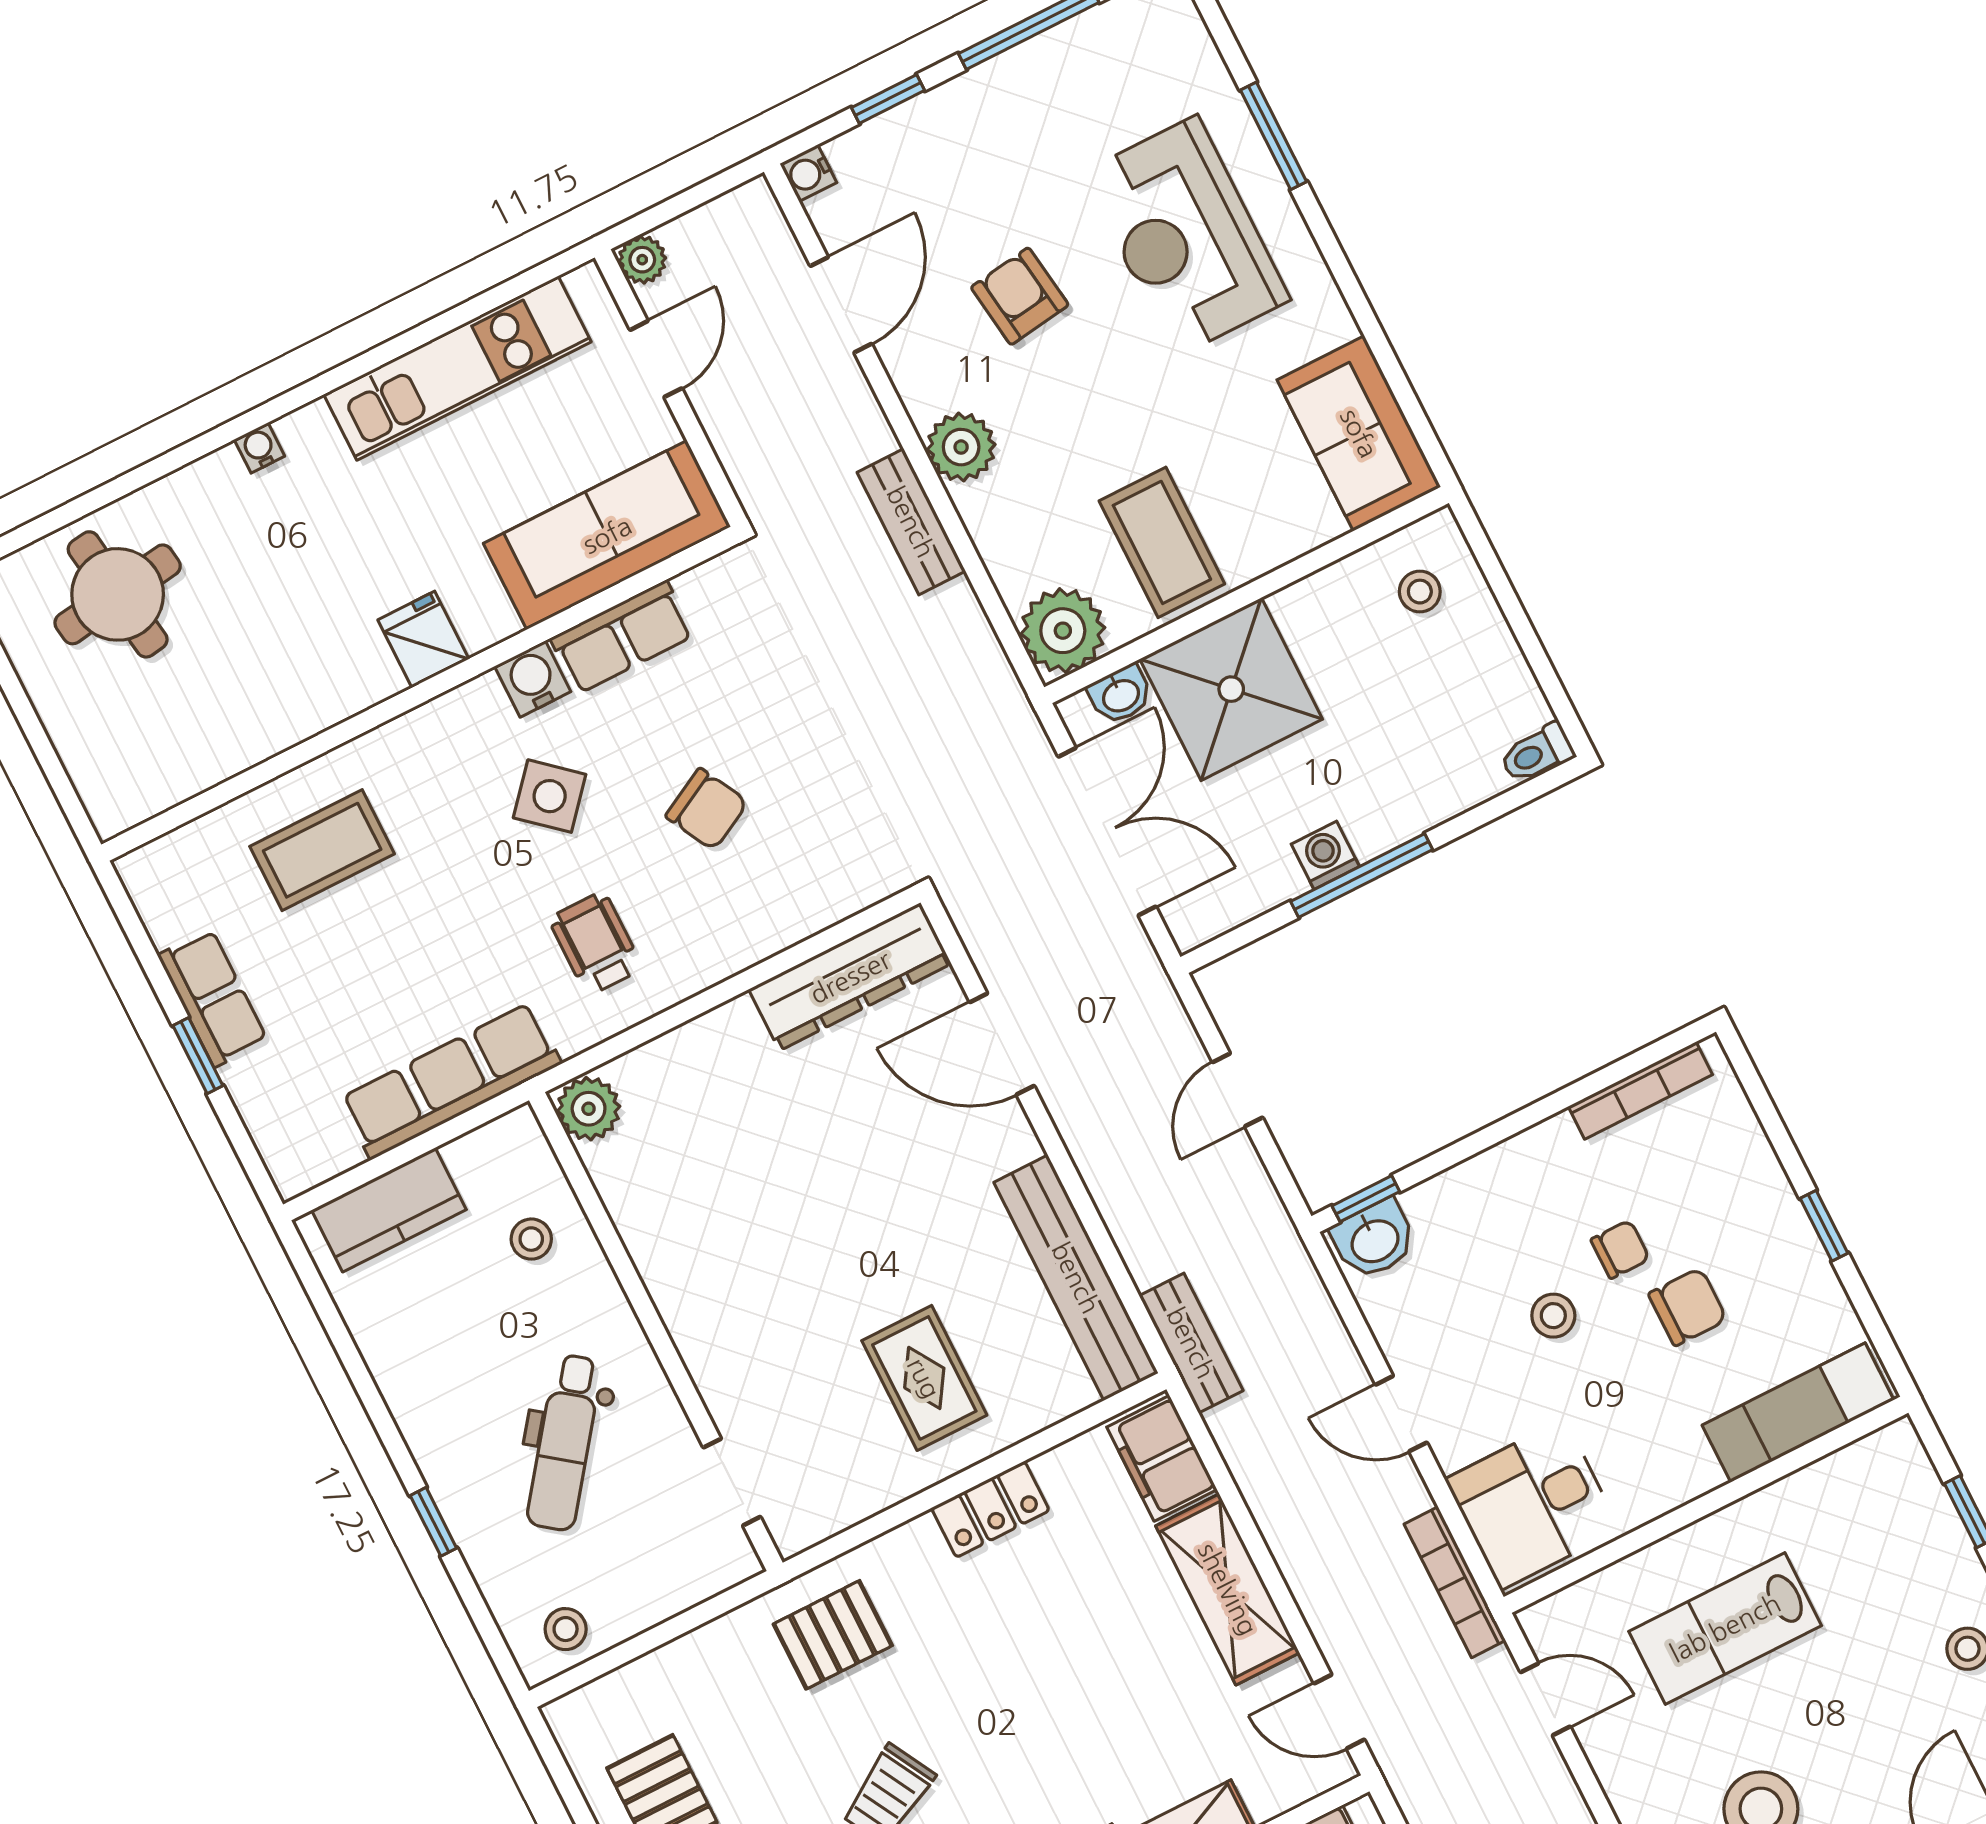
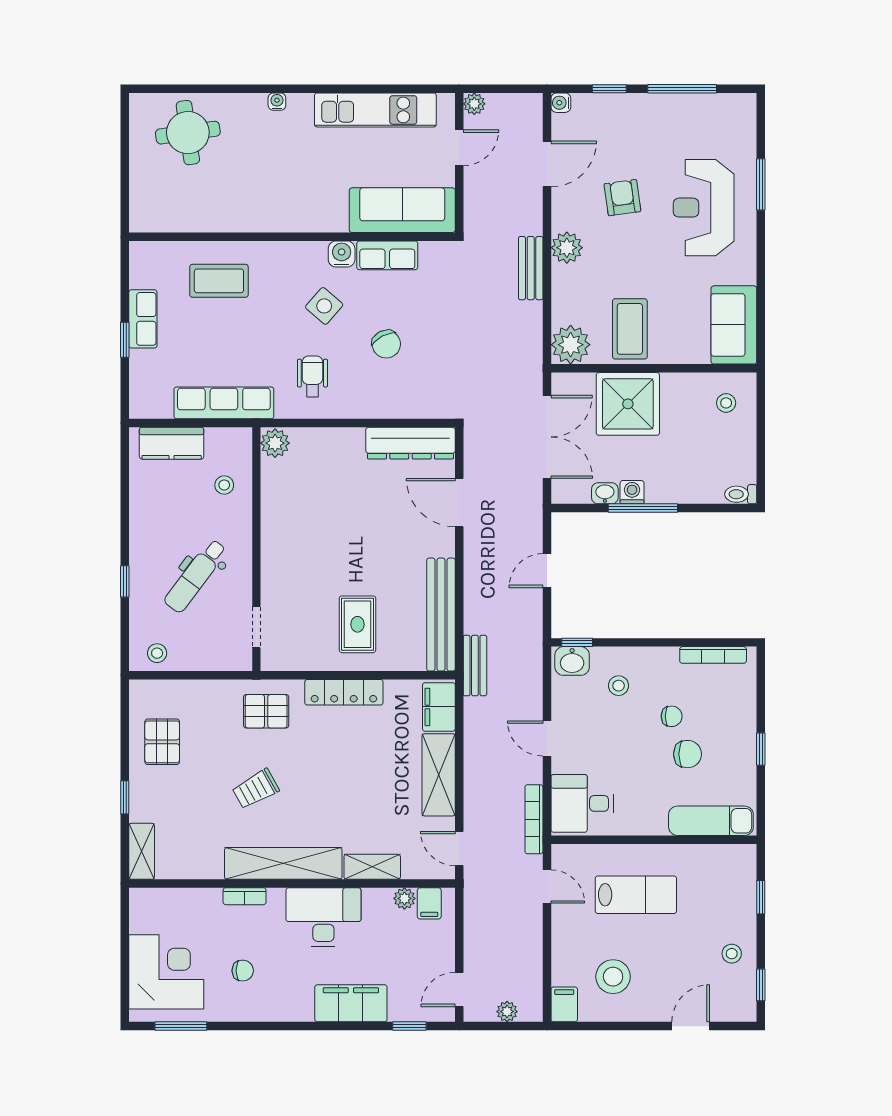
fridge: (423, 640) -> (305, 215), removed
washbasin: (1120, 695) -> (605, 493), moved, turned 180
stool: (1553, 1316) -> (619, 686), moved
locker: (990, 1509) -> (344, 692), width x1.53
lab bench: (1725, 1628) -> (636, 895), turned 180

